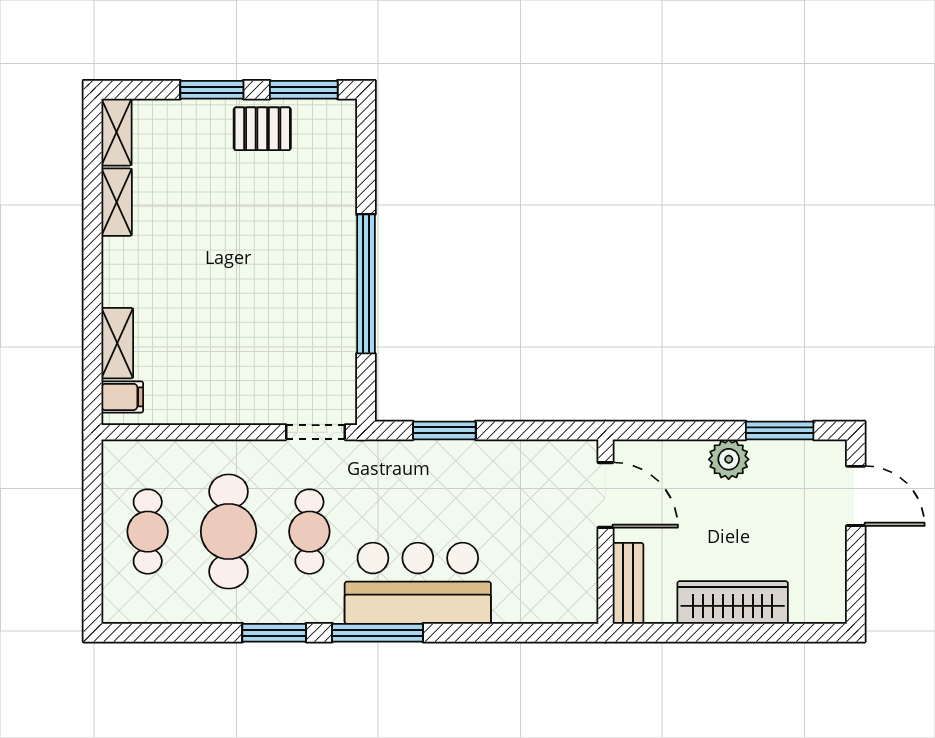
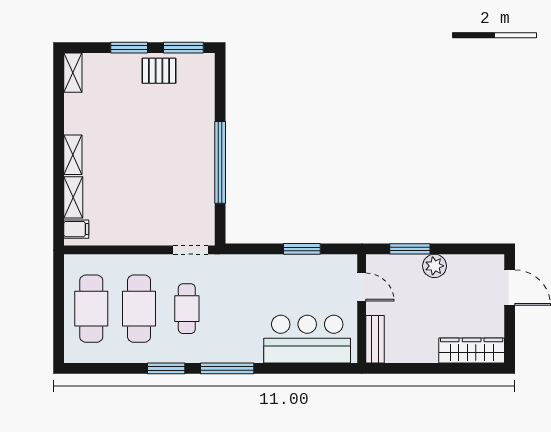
shelving: (117, 202) -> (73, 155), moved
window: (444, 430) -> (302, 249), moved
window: (780, 430) -> (410, 249), moved
door: (605, 495) -> (362, 287), width x0.73
cafe table: (148, 532) -> (91, 309), width x1.37, depth x1.35
bar counter: (418, 583) -> (307, 339), moved
wardrobe: (733, 602) -> (472, 351), moved

